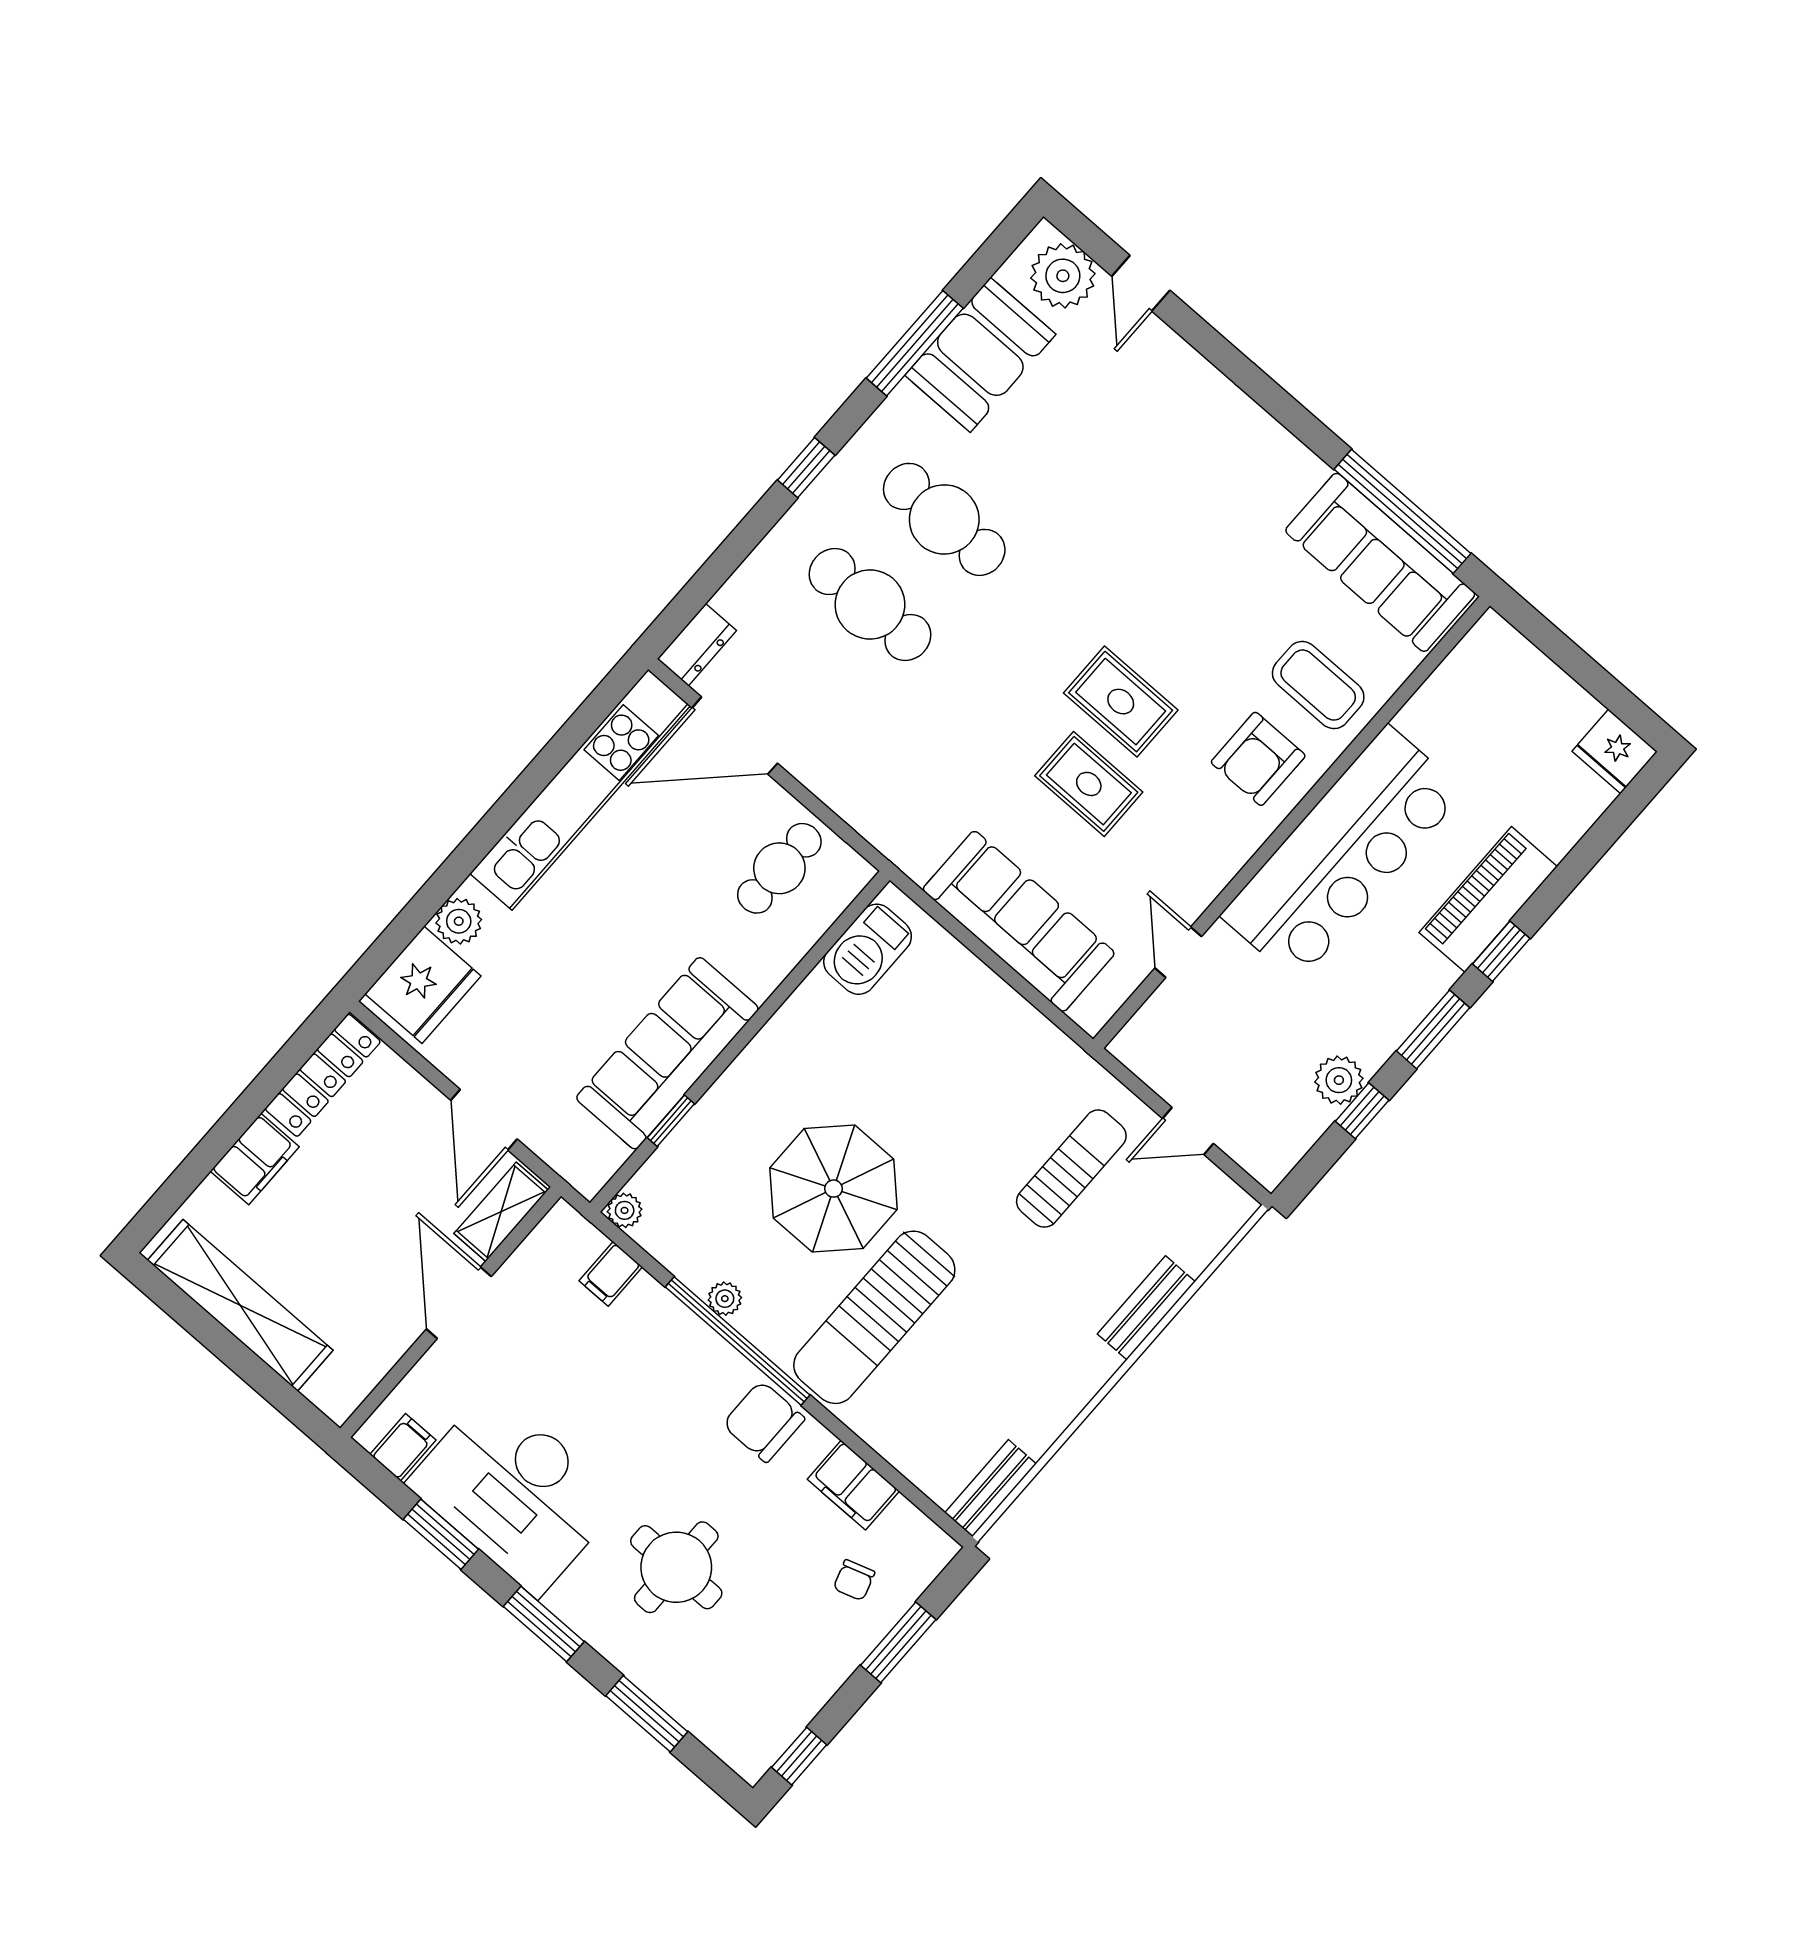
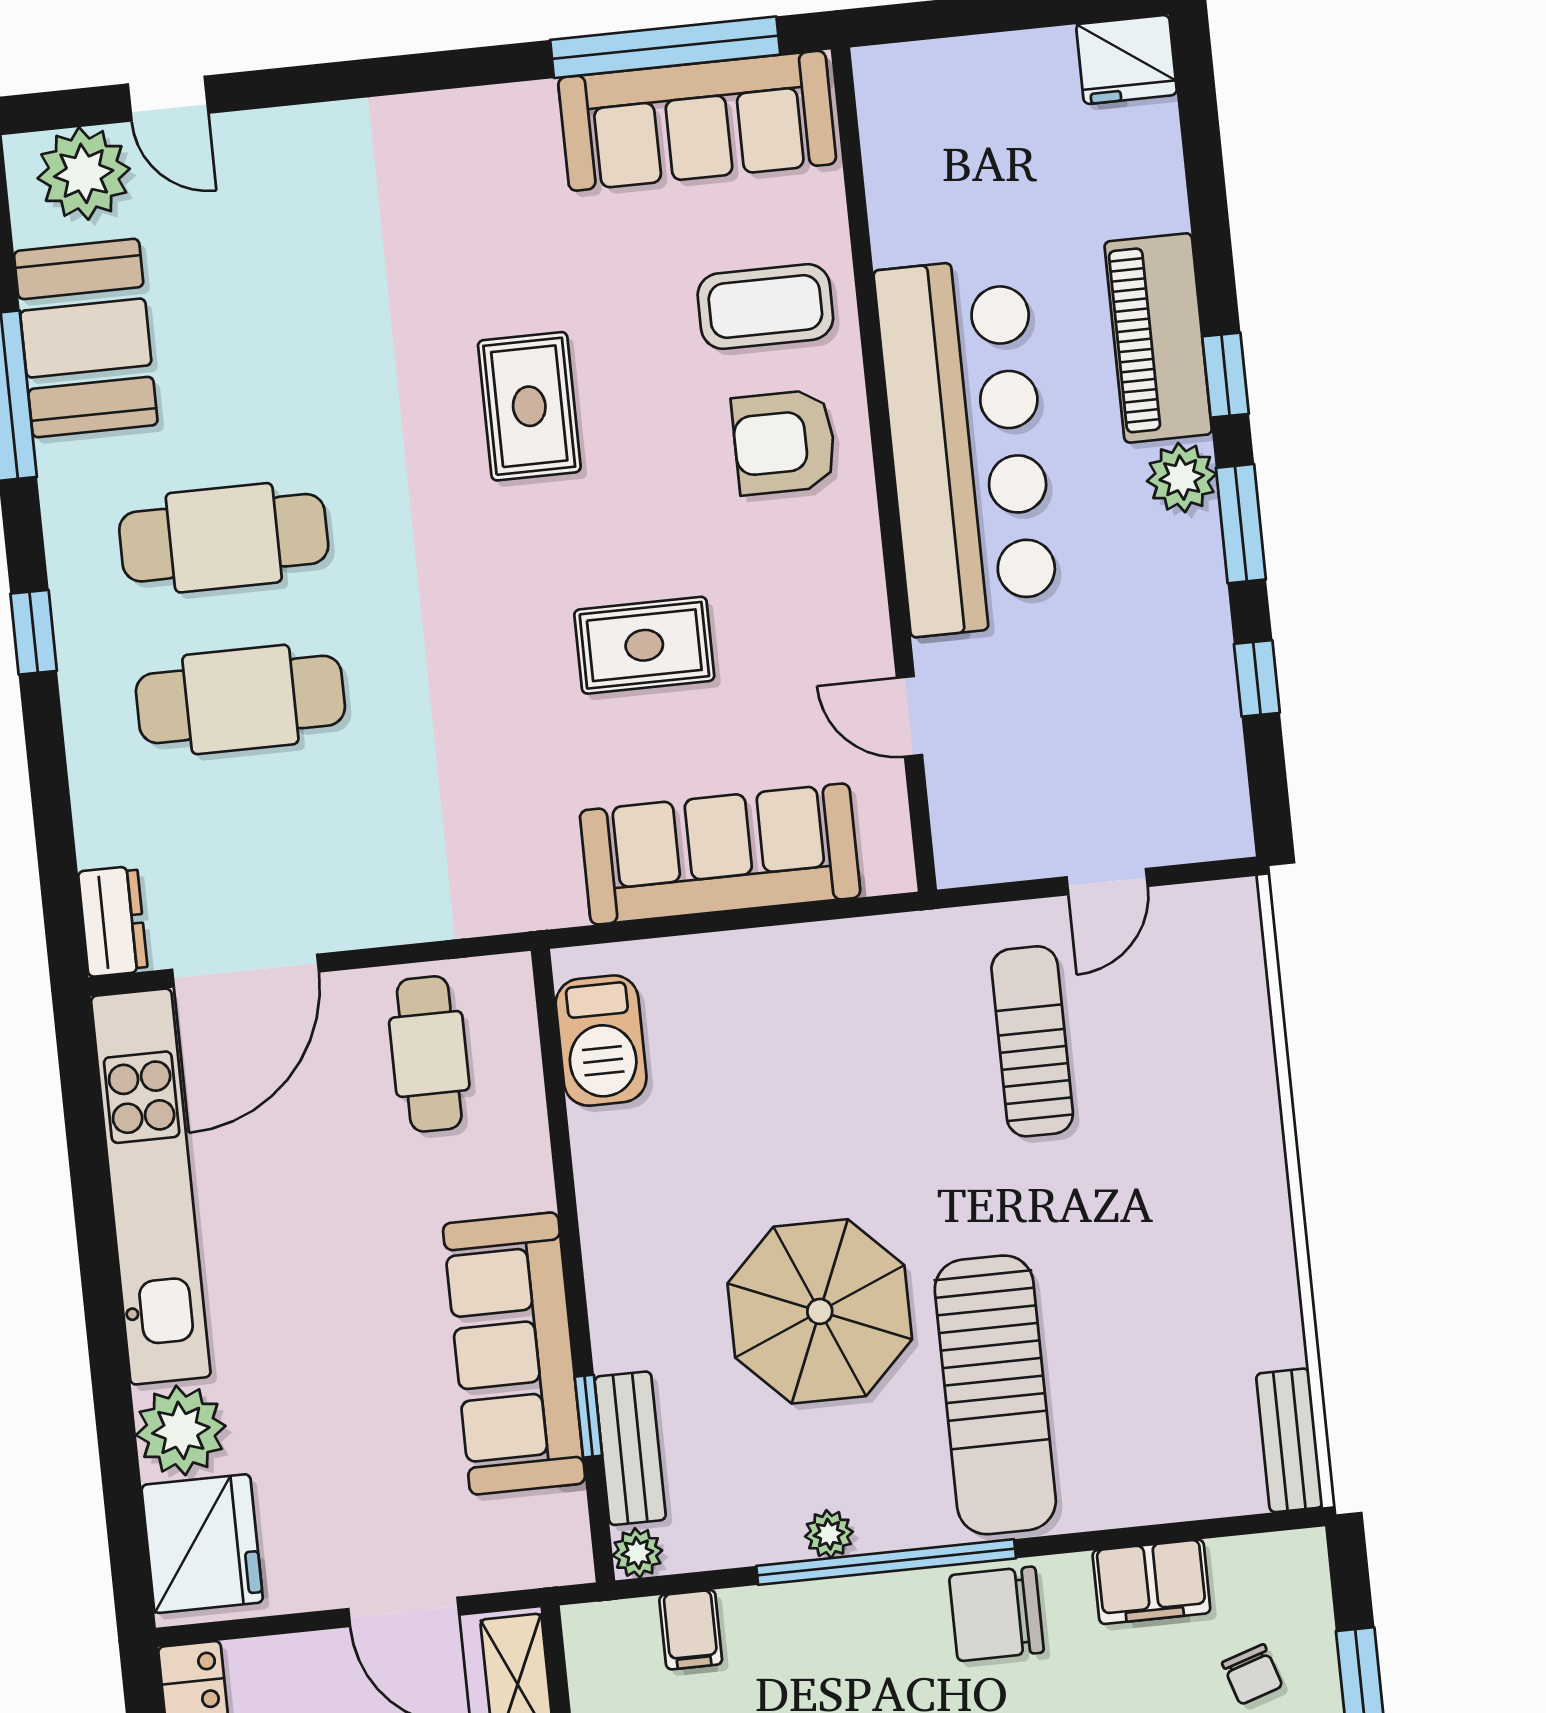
rug: (1121, 702) -> (529, 406), moved, turned 90
armchair: (1258, 759) -> (784, 442), turned 90
plant: (459, 921) -> (181, 1430), width x1.36, depth x1.36
plant: (1339, 1080) -> (1182, 478), moved
bench: (1146, 1308) -> (630, 1448), moved

